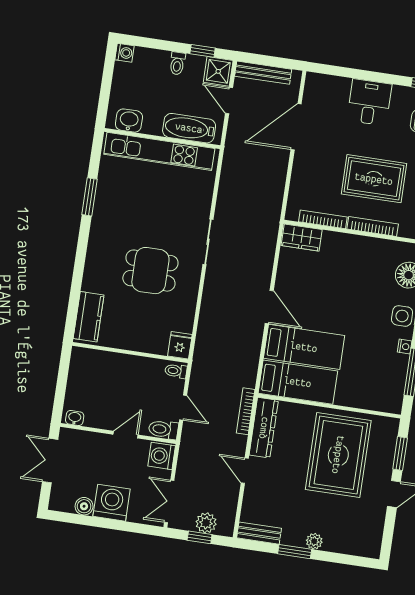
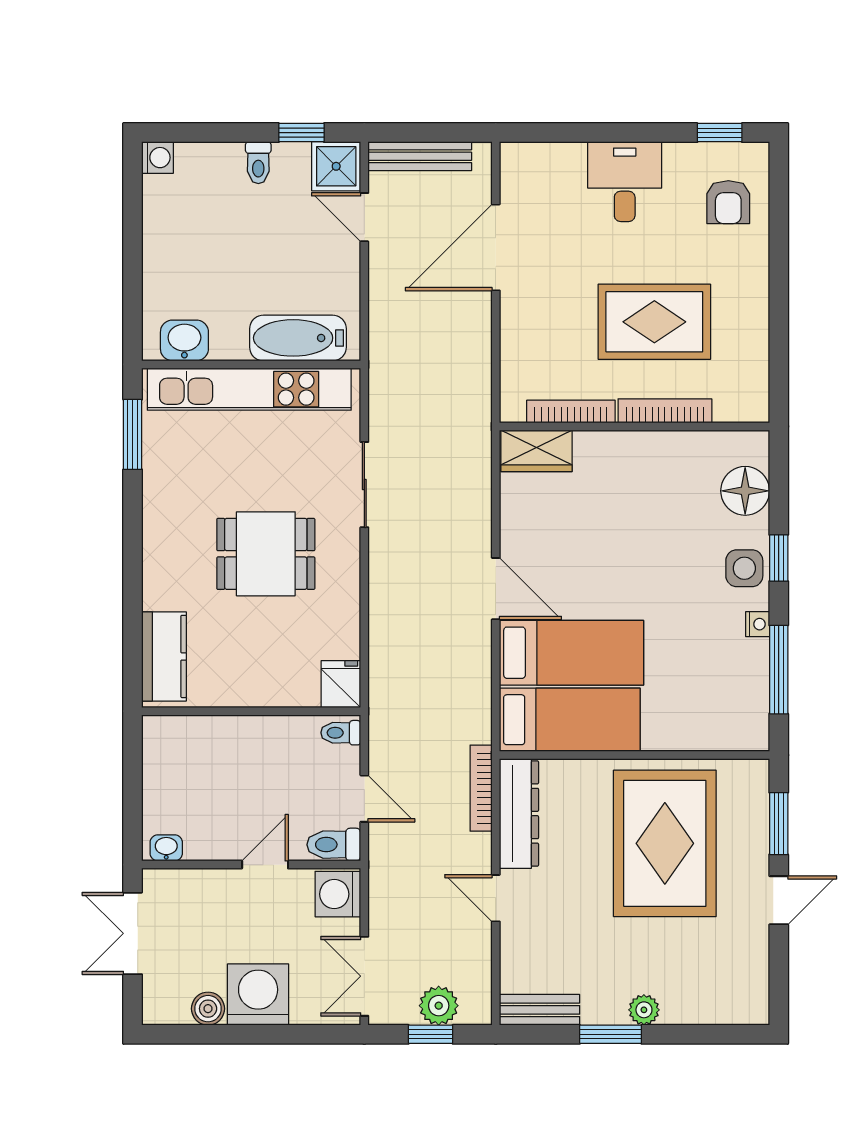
washbasin: (129, 121) -> (184, 340), moved
bathtub: (189, 128) -> (298, 338), moved
wall: (162, 138) -> (251, 364), moved
kitchen unit: (159, 151) -> (249, 389), moved

